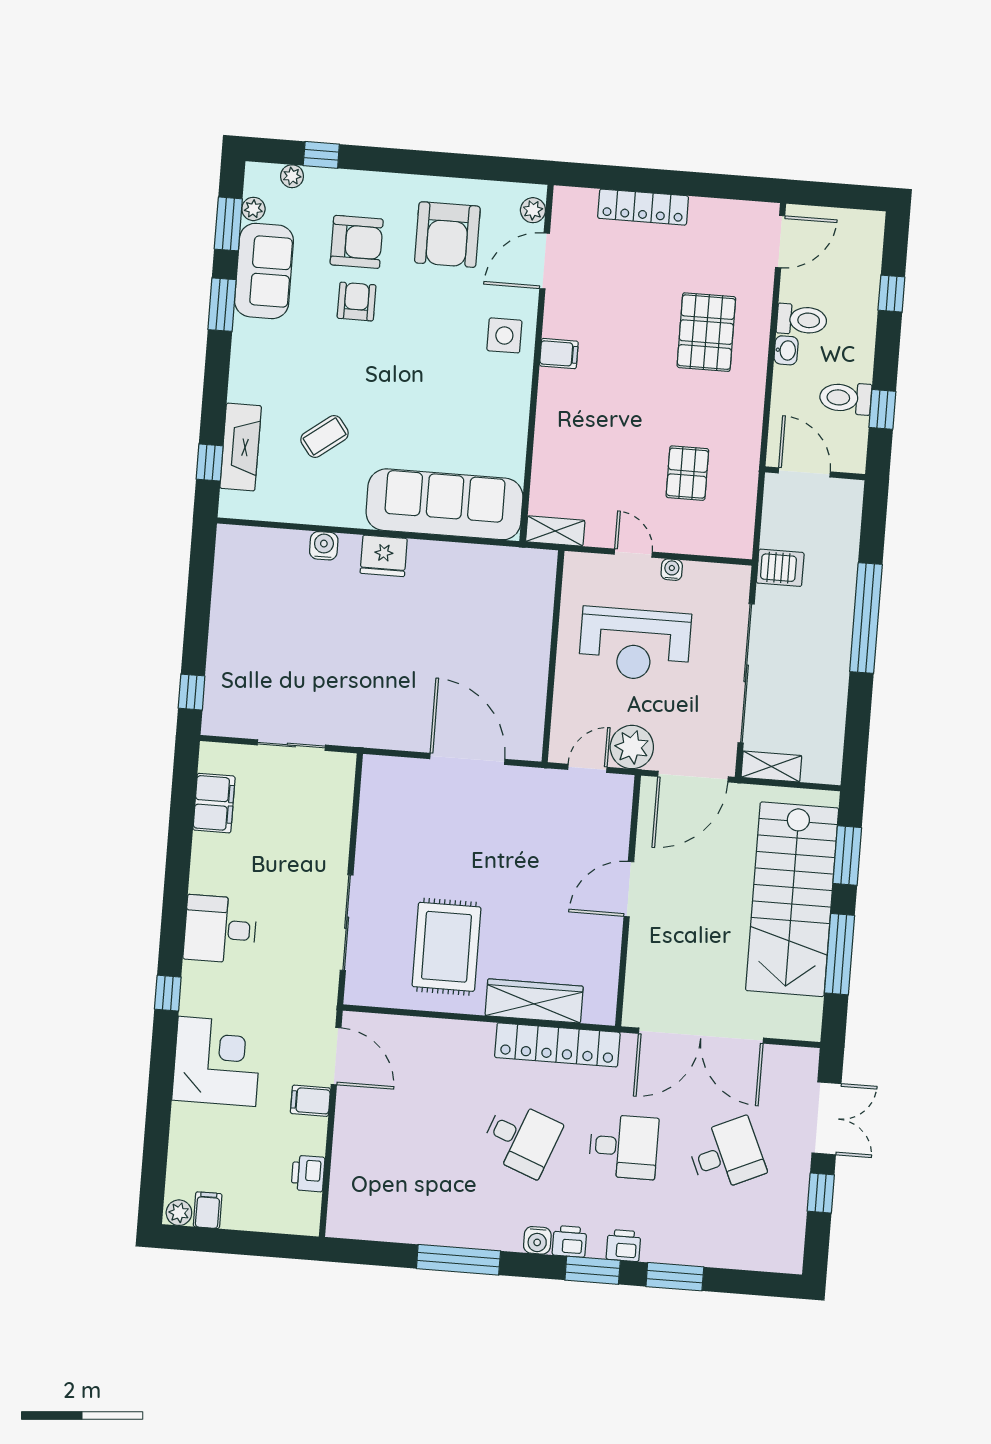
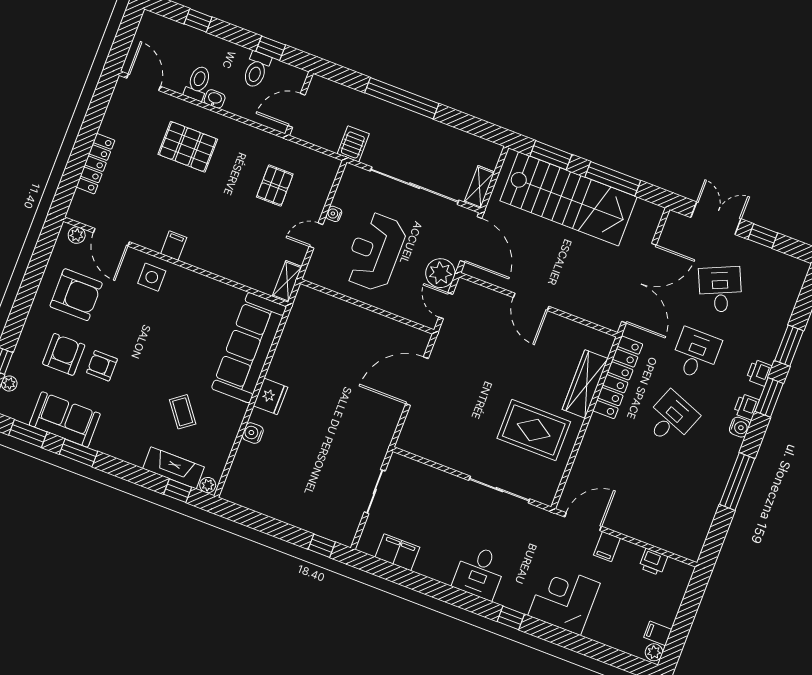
plant: (253, 209) -> (208, 485), moved
pallet: (687, 473) -> (275, 186), turned 90
reception desk: (635, 644) -> (375, 252), turned 180

